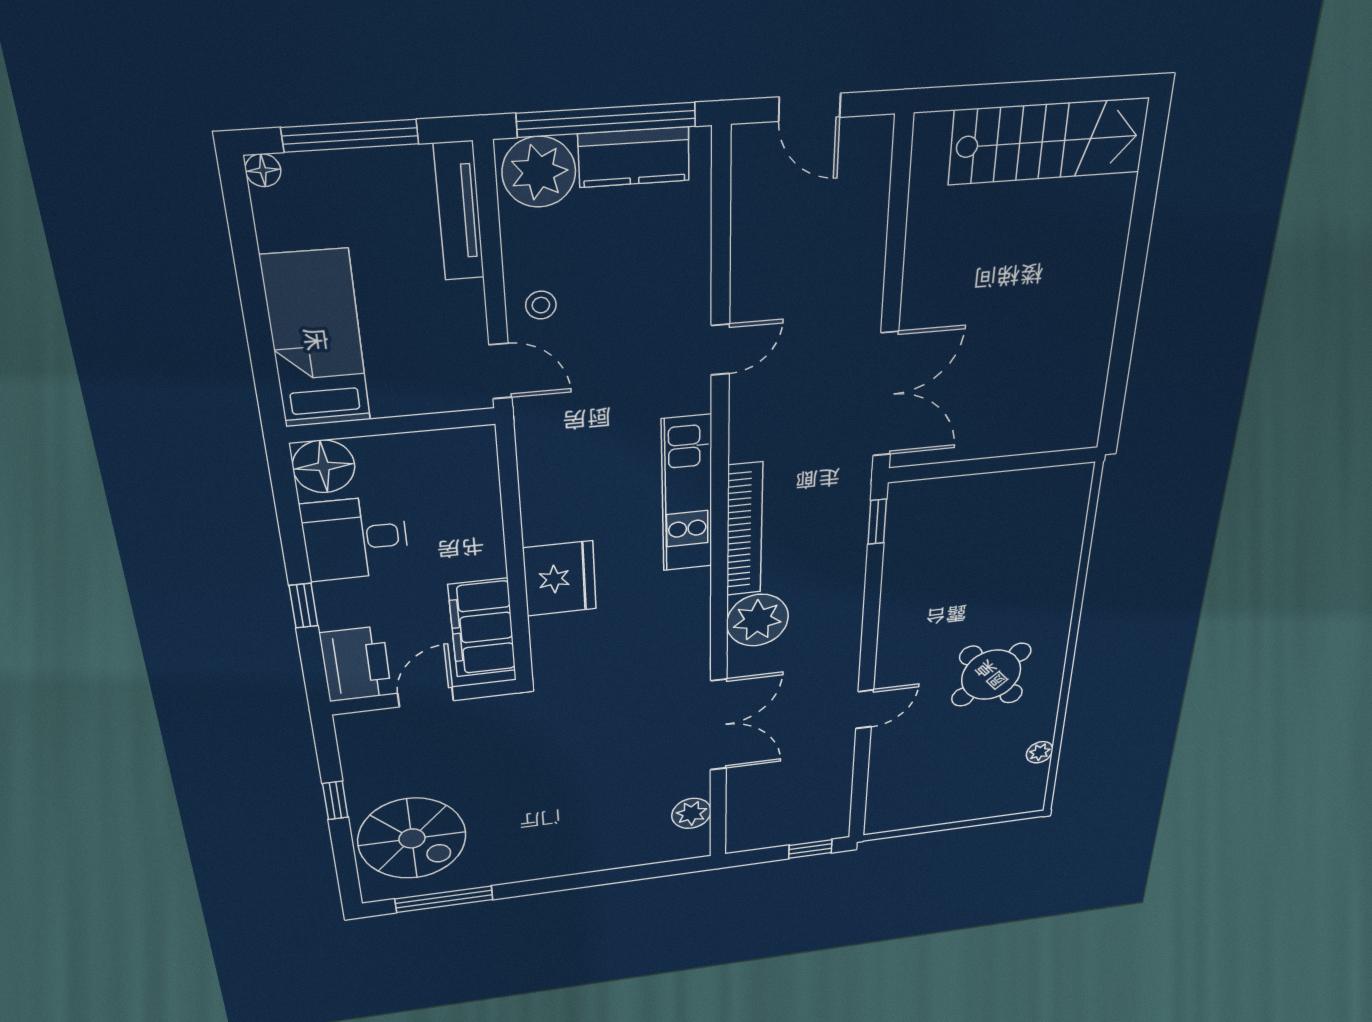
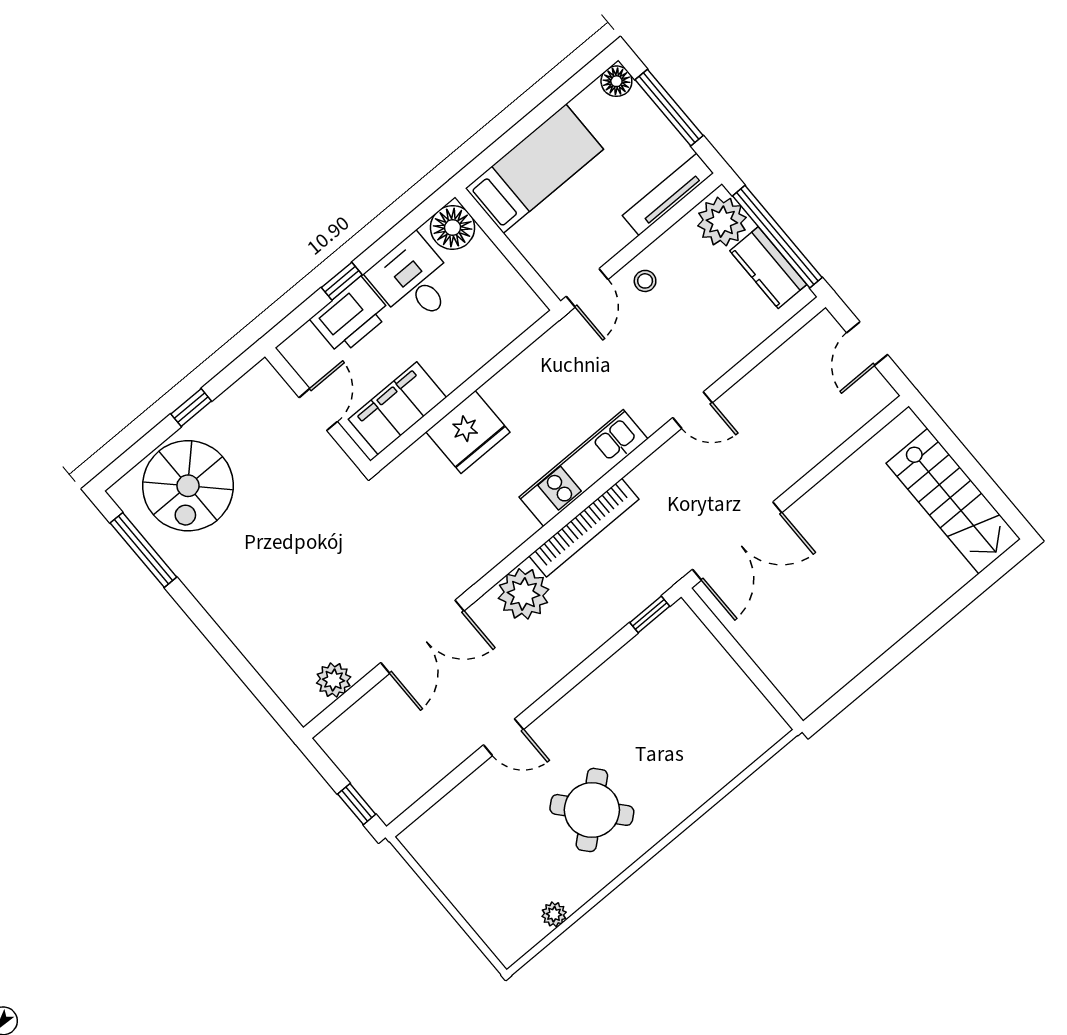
floor lamp: (263, 170) -> (616, 81), width x1.37, depth x1.37
printer: (356, 664) -> (351, 316), moved
door: (426, 697) -> (318, 410), hinge flipped

